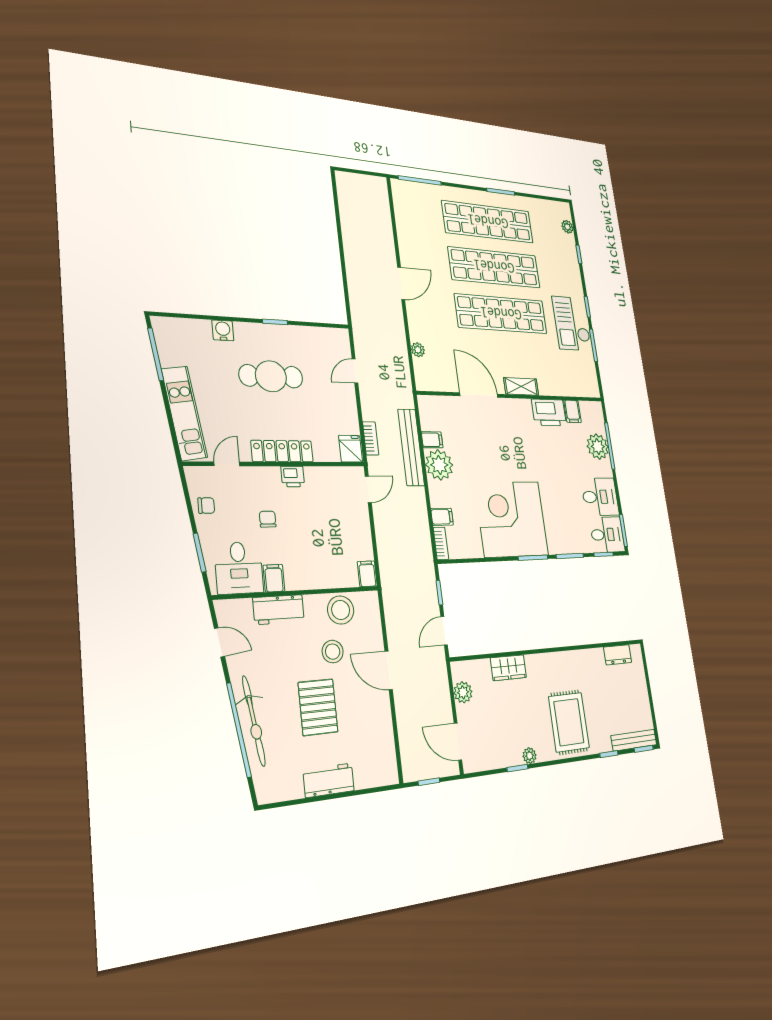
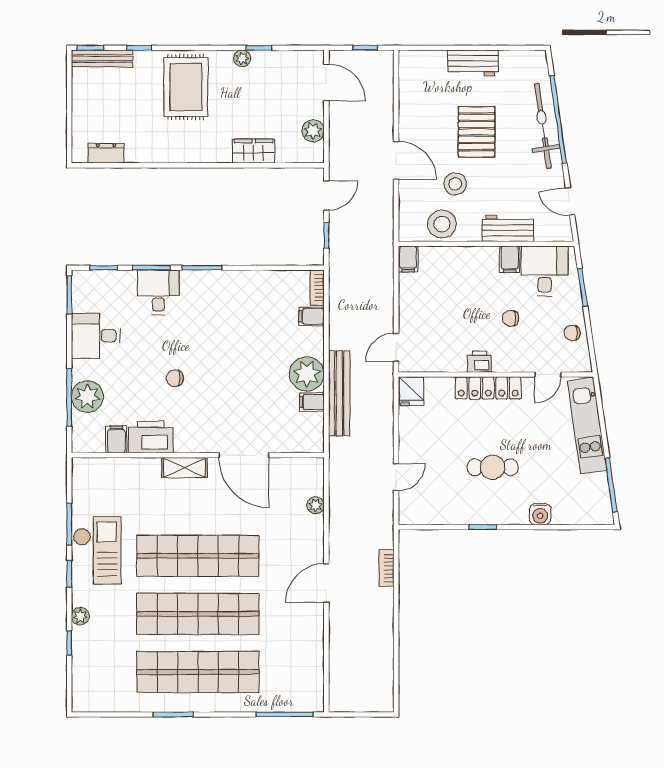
plant: (567, 227) -> (80, 616), moved
cafe table: (271, 376) -> (493, 467), width x0.73, depth x0.74
bookcase: (371, 438) -> (387, 568), moved
chair: (539, 461) -> (175, 378), added
chair: (268, 519) -> (511, 318), turned 90
corner desk: (512, 519) -> (223, 312), removed
desk: (607, 535) -> (158, 292), moved, turned 90

